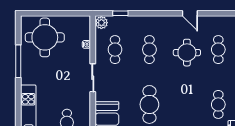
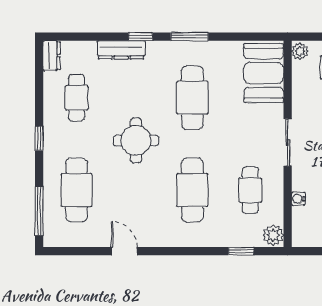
cafe table: (149, 50) -> (192, 190), width x1.37, depth x1.35
cafe table: (218, 50) -> (77, 190), width x1.37, depth x1.35
round table: (187, 53) -> (136, 140), moved

